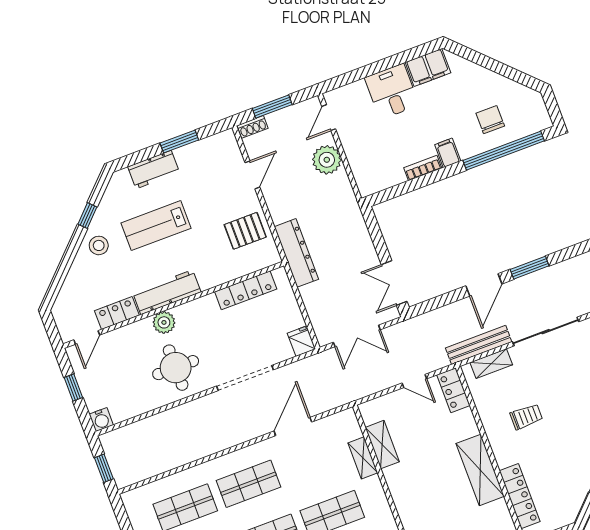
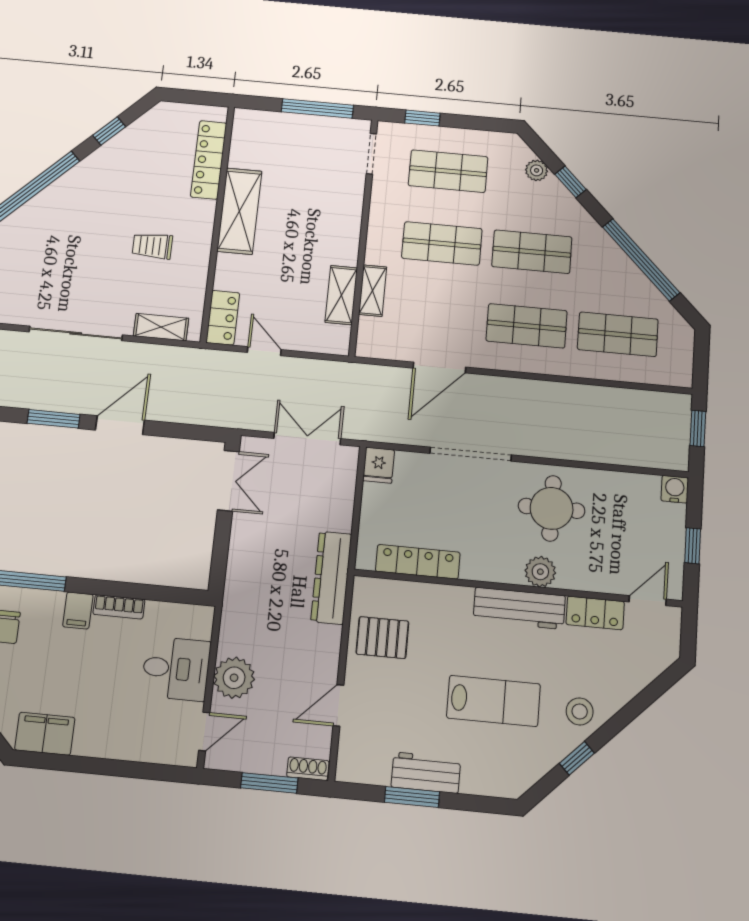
desk: (392, 91) -> (176, 669), moved, turned -90
workbench: (154, 170) -> (426, 773), moved
bench: (479, 345) -> (164, 356), removed

